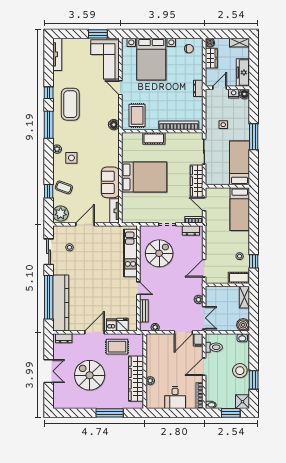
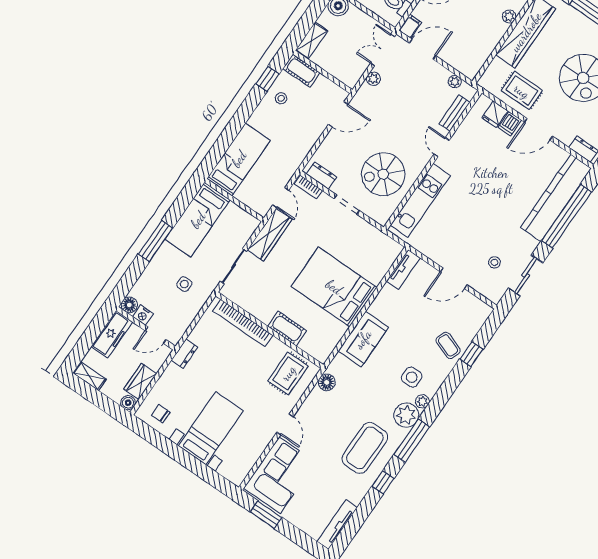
bed with nightstands: (151, 59) -> (211, 428), width x0.73
sofa: (110, 182) -> (363, 339), moved
plant: (61, 214) -> (406, 415), moved

